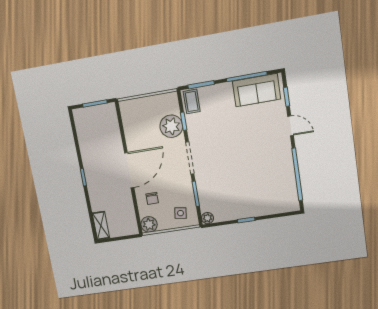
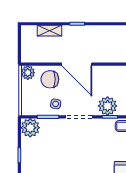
chair: (152, 198) -> (50, 79), width x1.87, depth x1.87
side table: (181, 213) -> (56, 104), moved
plant: (207, 218) -> (30, 128), width x1.88, depth x1.88
shelving: (101, 226) -> (49, 31), moved

